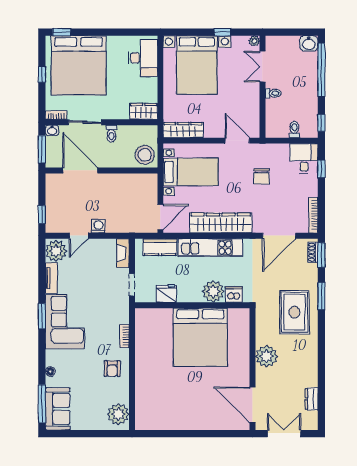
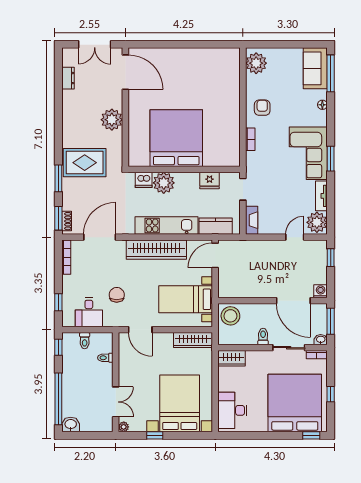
toilet: (273, 93) -> (105, 358), moved
desk: (304, 159) -> (89, 312), moved
washing machine: (98, 226) -> (321, 291), moved, turned 180
rug: (294, 312) -> (85, 163), turned 90

